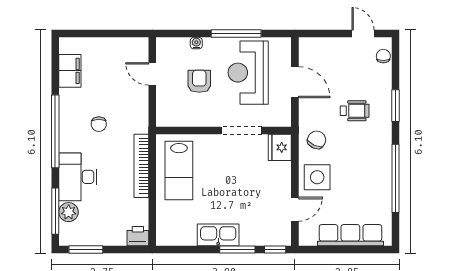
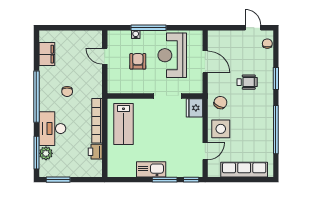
window: (236, 34) -> (148, 28), moved
printer: (138, 236) -> (95, 152), moved, turned -90

